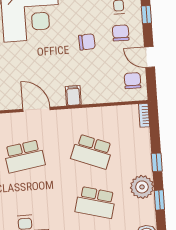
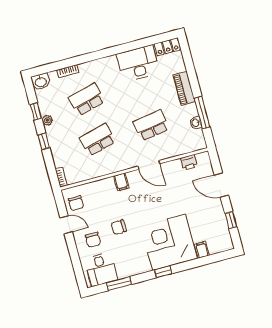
window: (146, 15) -> (75, 258), removed
school desk: (92, 152) -> (98, 140), turned -36
plant: (142, 187) -> (47, 120), width x0.53, depth x0.53
school desk: (96, 202) -> (87, 99), turned -30

